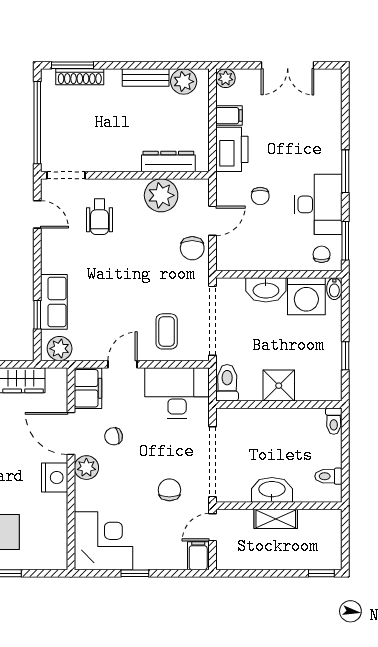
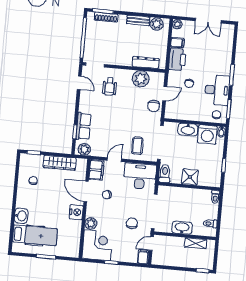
plant: (86, 468) -> (91, 224), moved
shelving: (276, 519) -> (196, 243), moved

